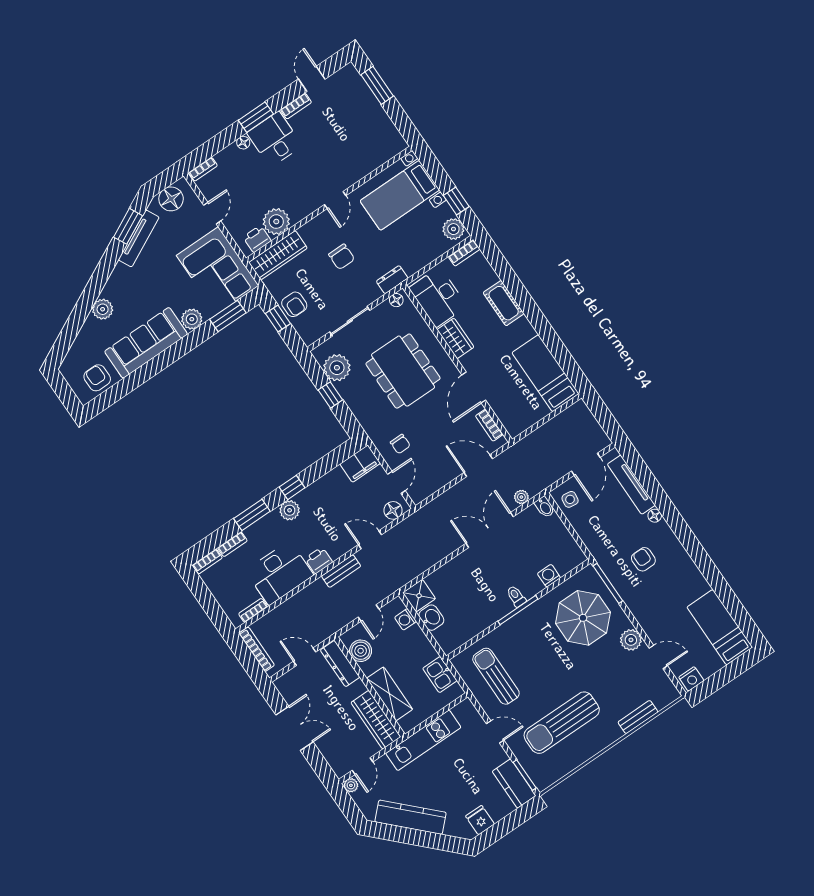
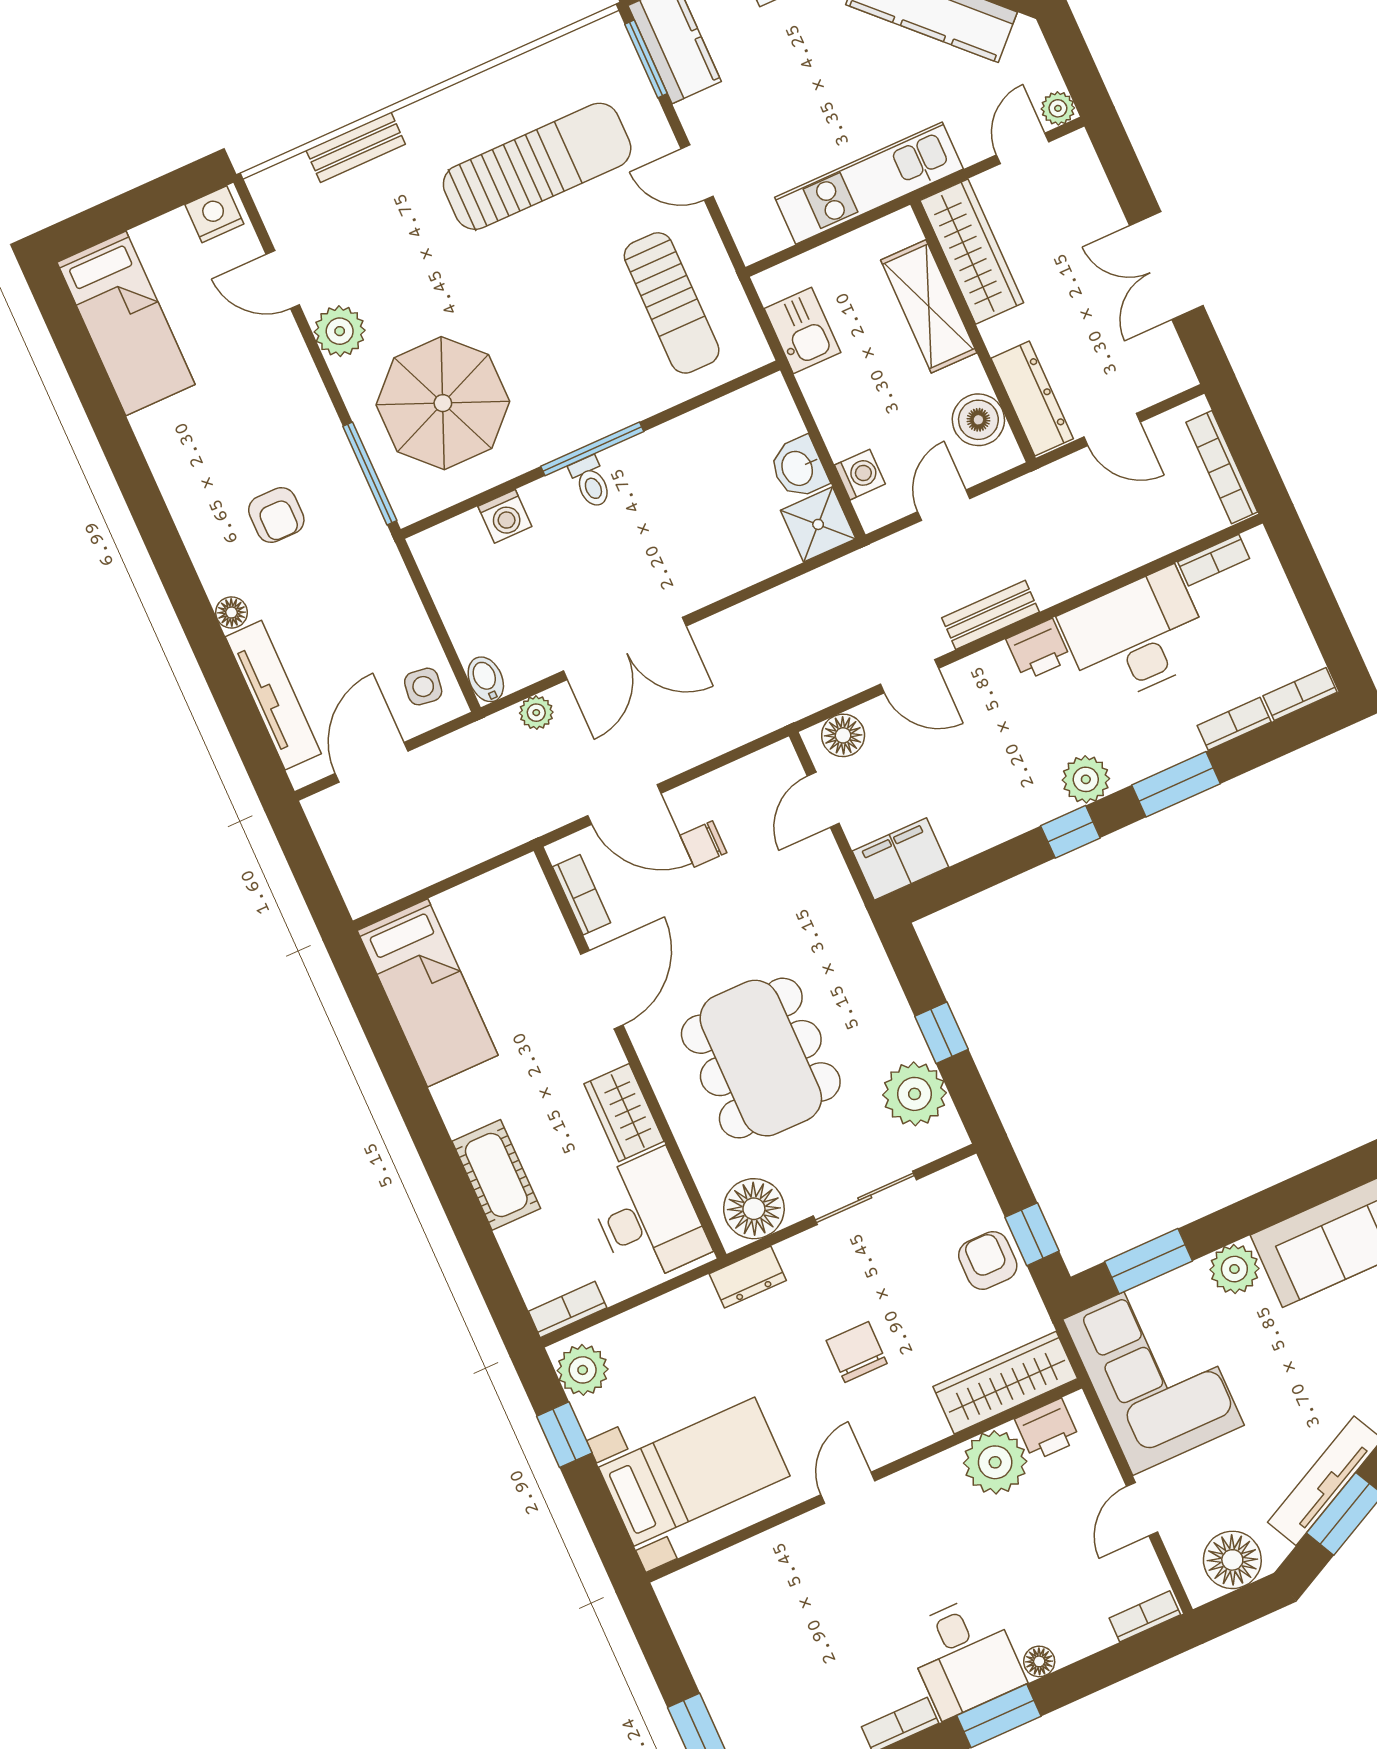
floor lamp: (396, 300) -> (754, 1209), width x1.89, depth x1.89
chair: (400, 444) -> (703, 844), moved, turned -90

